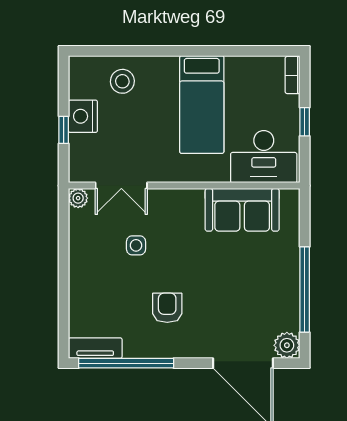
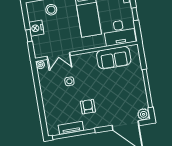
tv unit: (95, 348) -> (71, 128), moved

